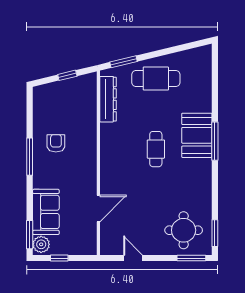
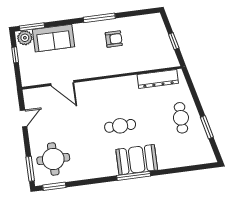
window: (123, 62) -> (207, 127), moved
cafe table: (156, 79) -> (181, 118), width x0.73, depth x0.74

